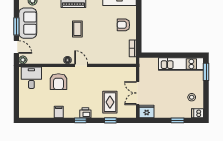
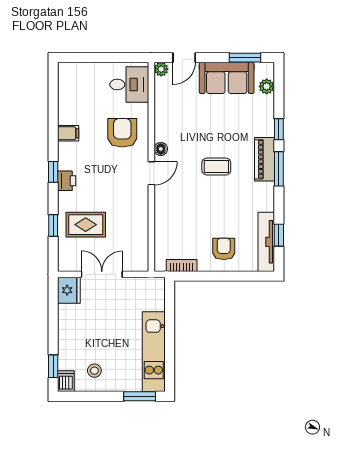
window: (16, 26) -> (245, 58), moved
armchair: (58, 82) -> (122, 133), turned 90
window: (178, 120) -> (53, 366), moved

